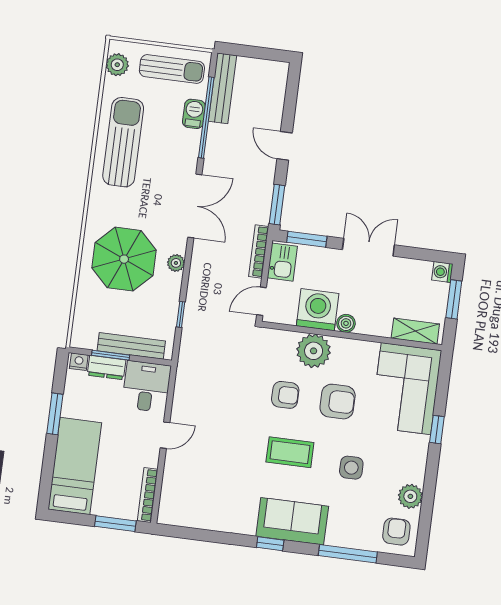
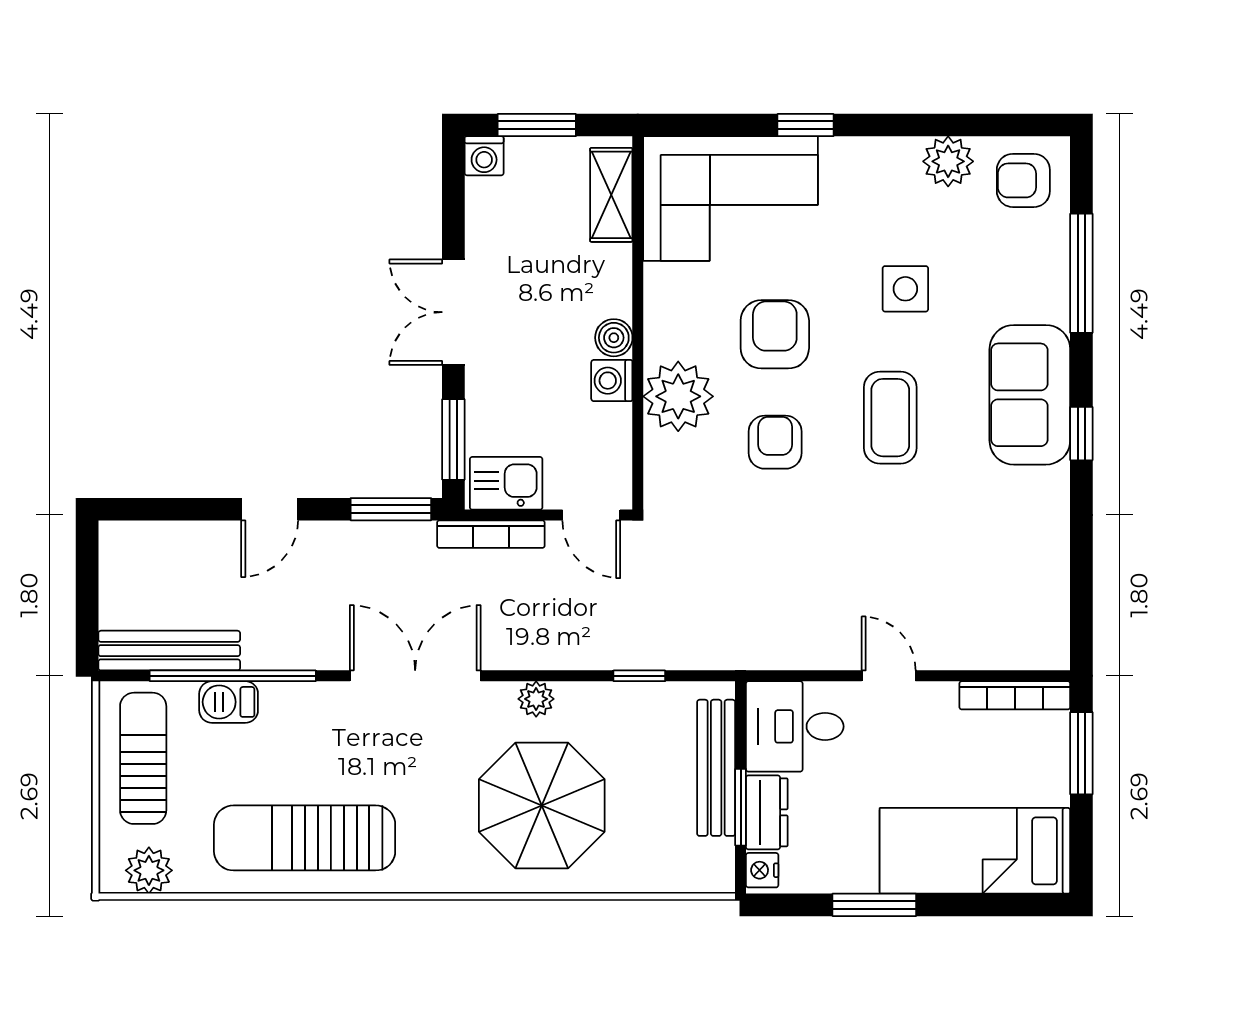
washing machine: (318, 310) -> (612, 381), width x0.53, depth x0.53

